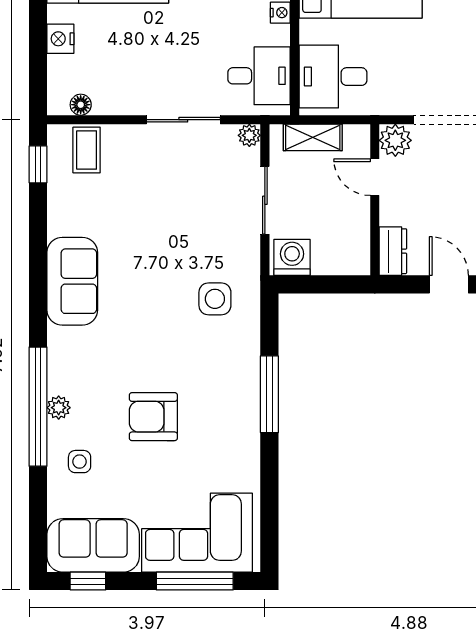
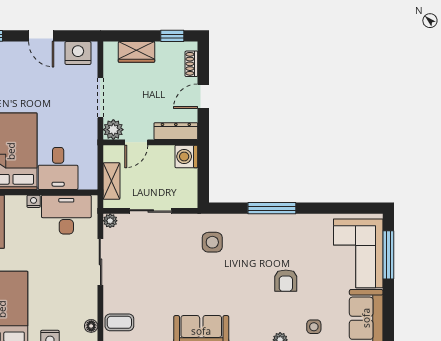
desk: (259, 76) -> (66, 215), width x1.37
desk: (333, 77) -> (58, 168), moved
dresser: (393, 251) -> (176, 131), width x1.44
washing machine: (292, 257) -> (186, 156), moved
armchair: (153, 417) -> (286, 281), width x0.72, depth x0.72
window: (88, 581) -> (388, 321), removed

